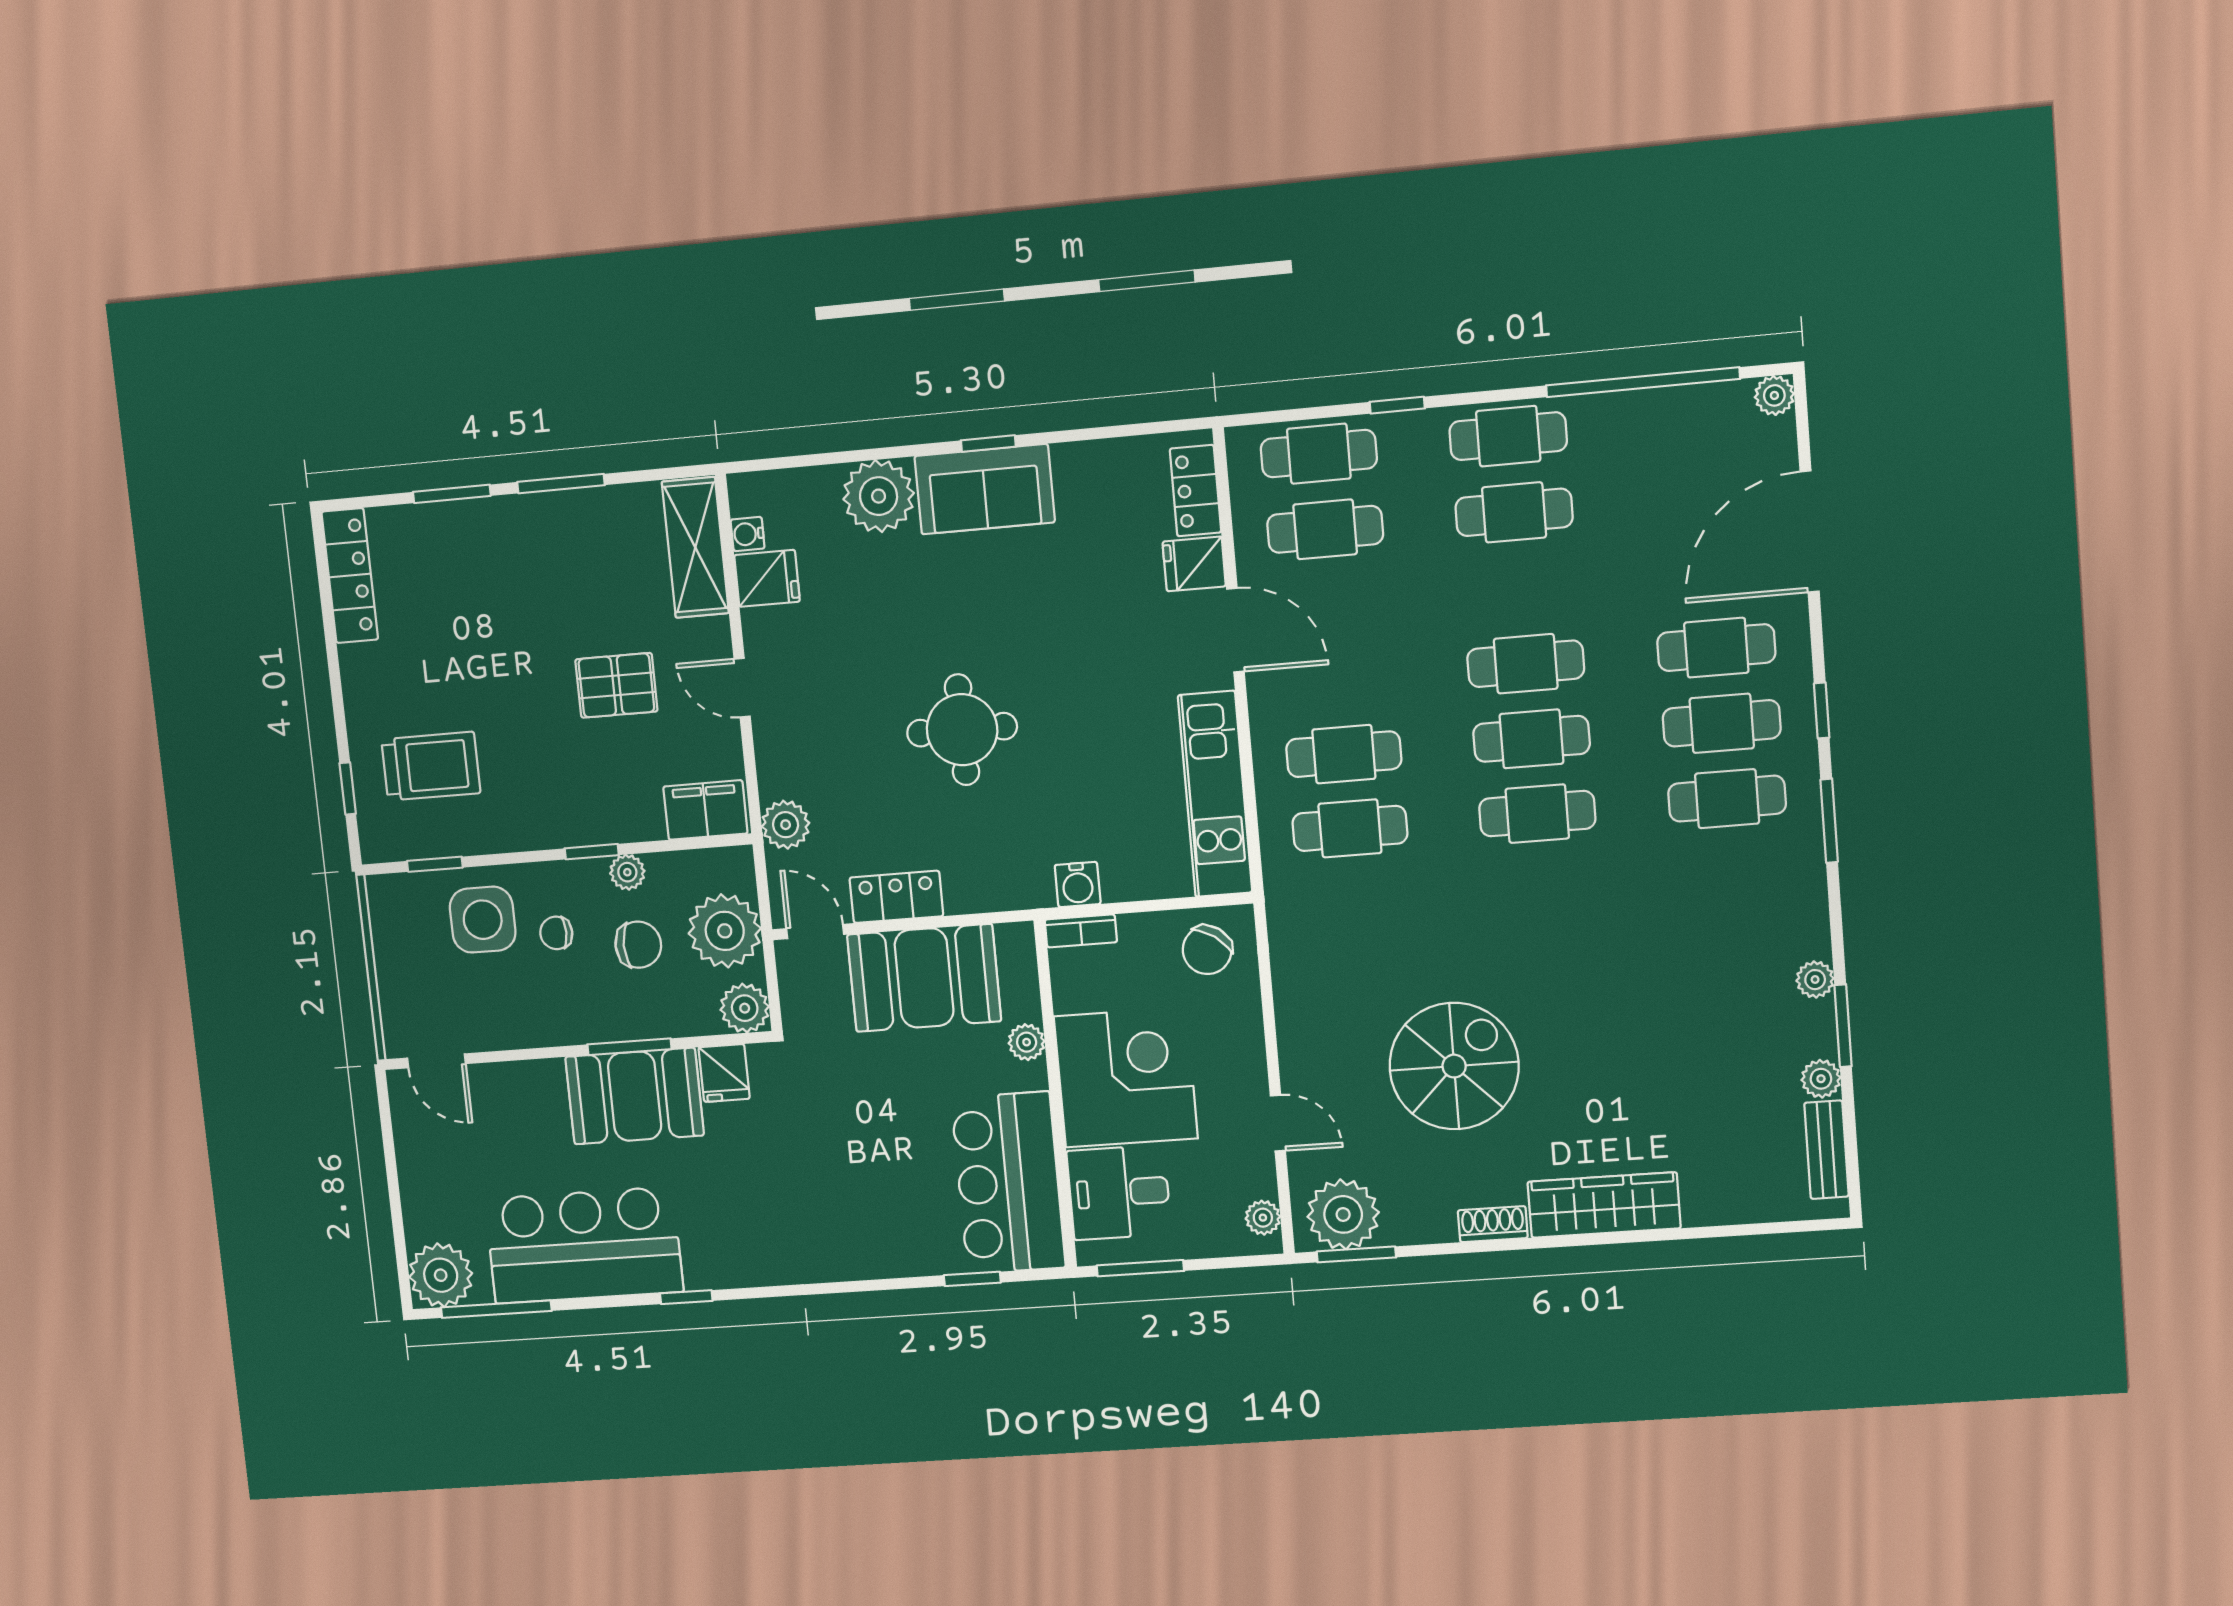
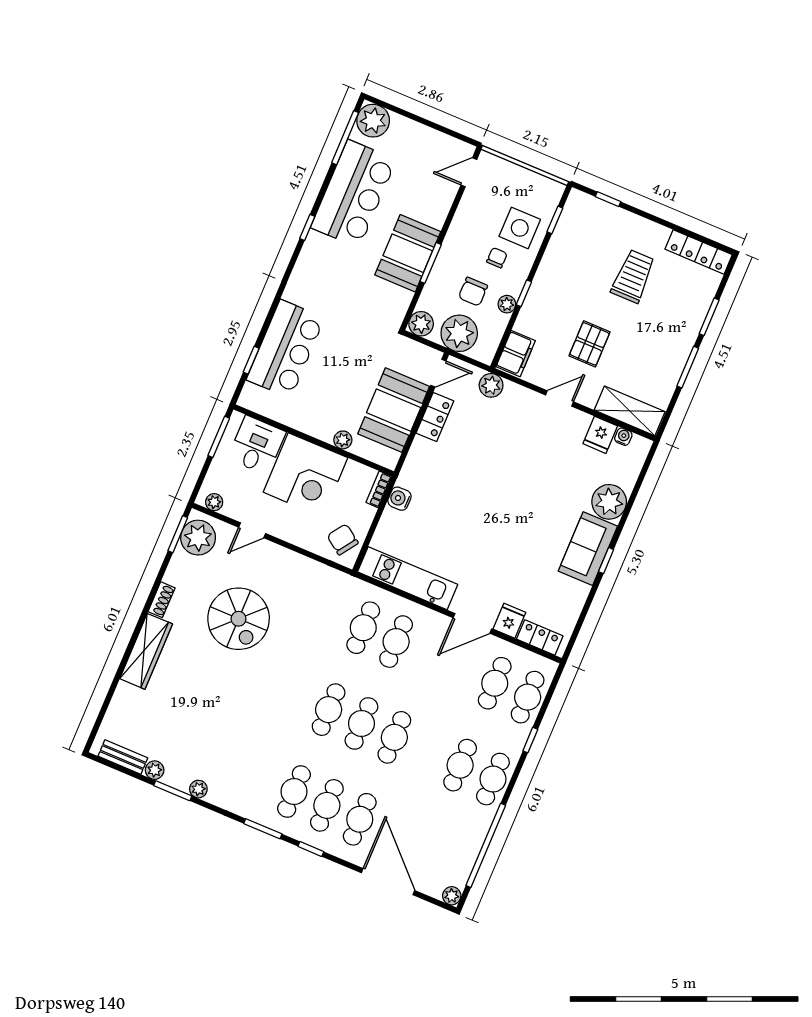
round table: (962, 730) -> (492, 484), removed
trolley: (431, 766) -> (633, 276), moved, turned 180
fridge: (724, 1073) -> (397, 299), removed
bar counter: (1008, 1183) -> (285, 349), moved, turned 90

